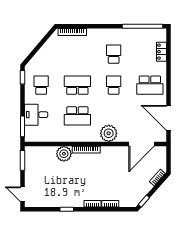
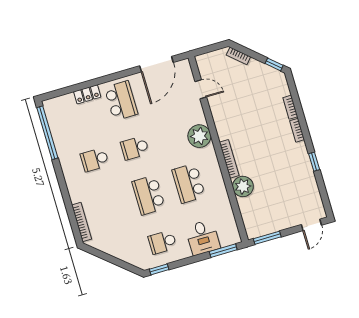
locker: (161, 52) -> (87, 94), moved
school desk: (77, 116) -> (189, 183), turned 180
door: (142, 144) -> (201, 89), width x0.53

